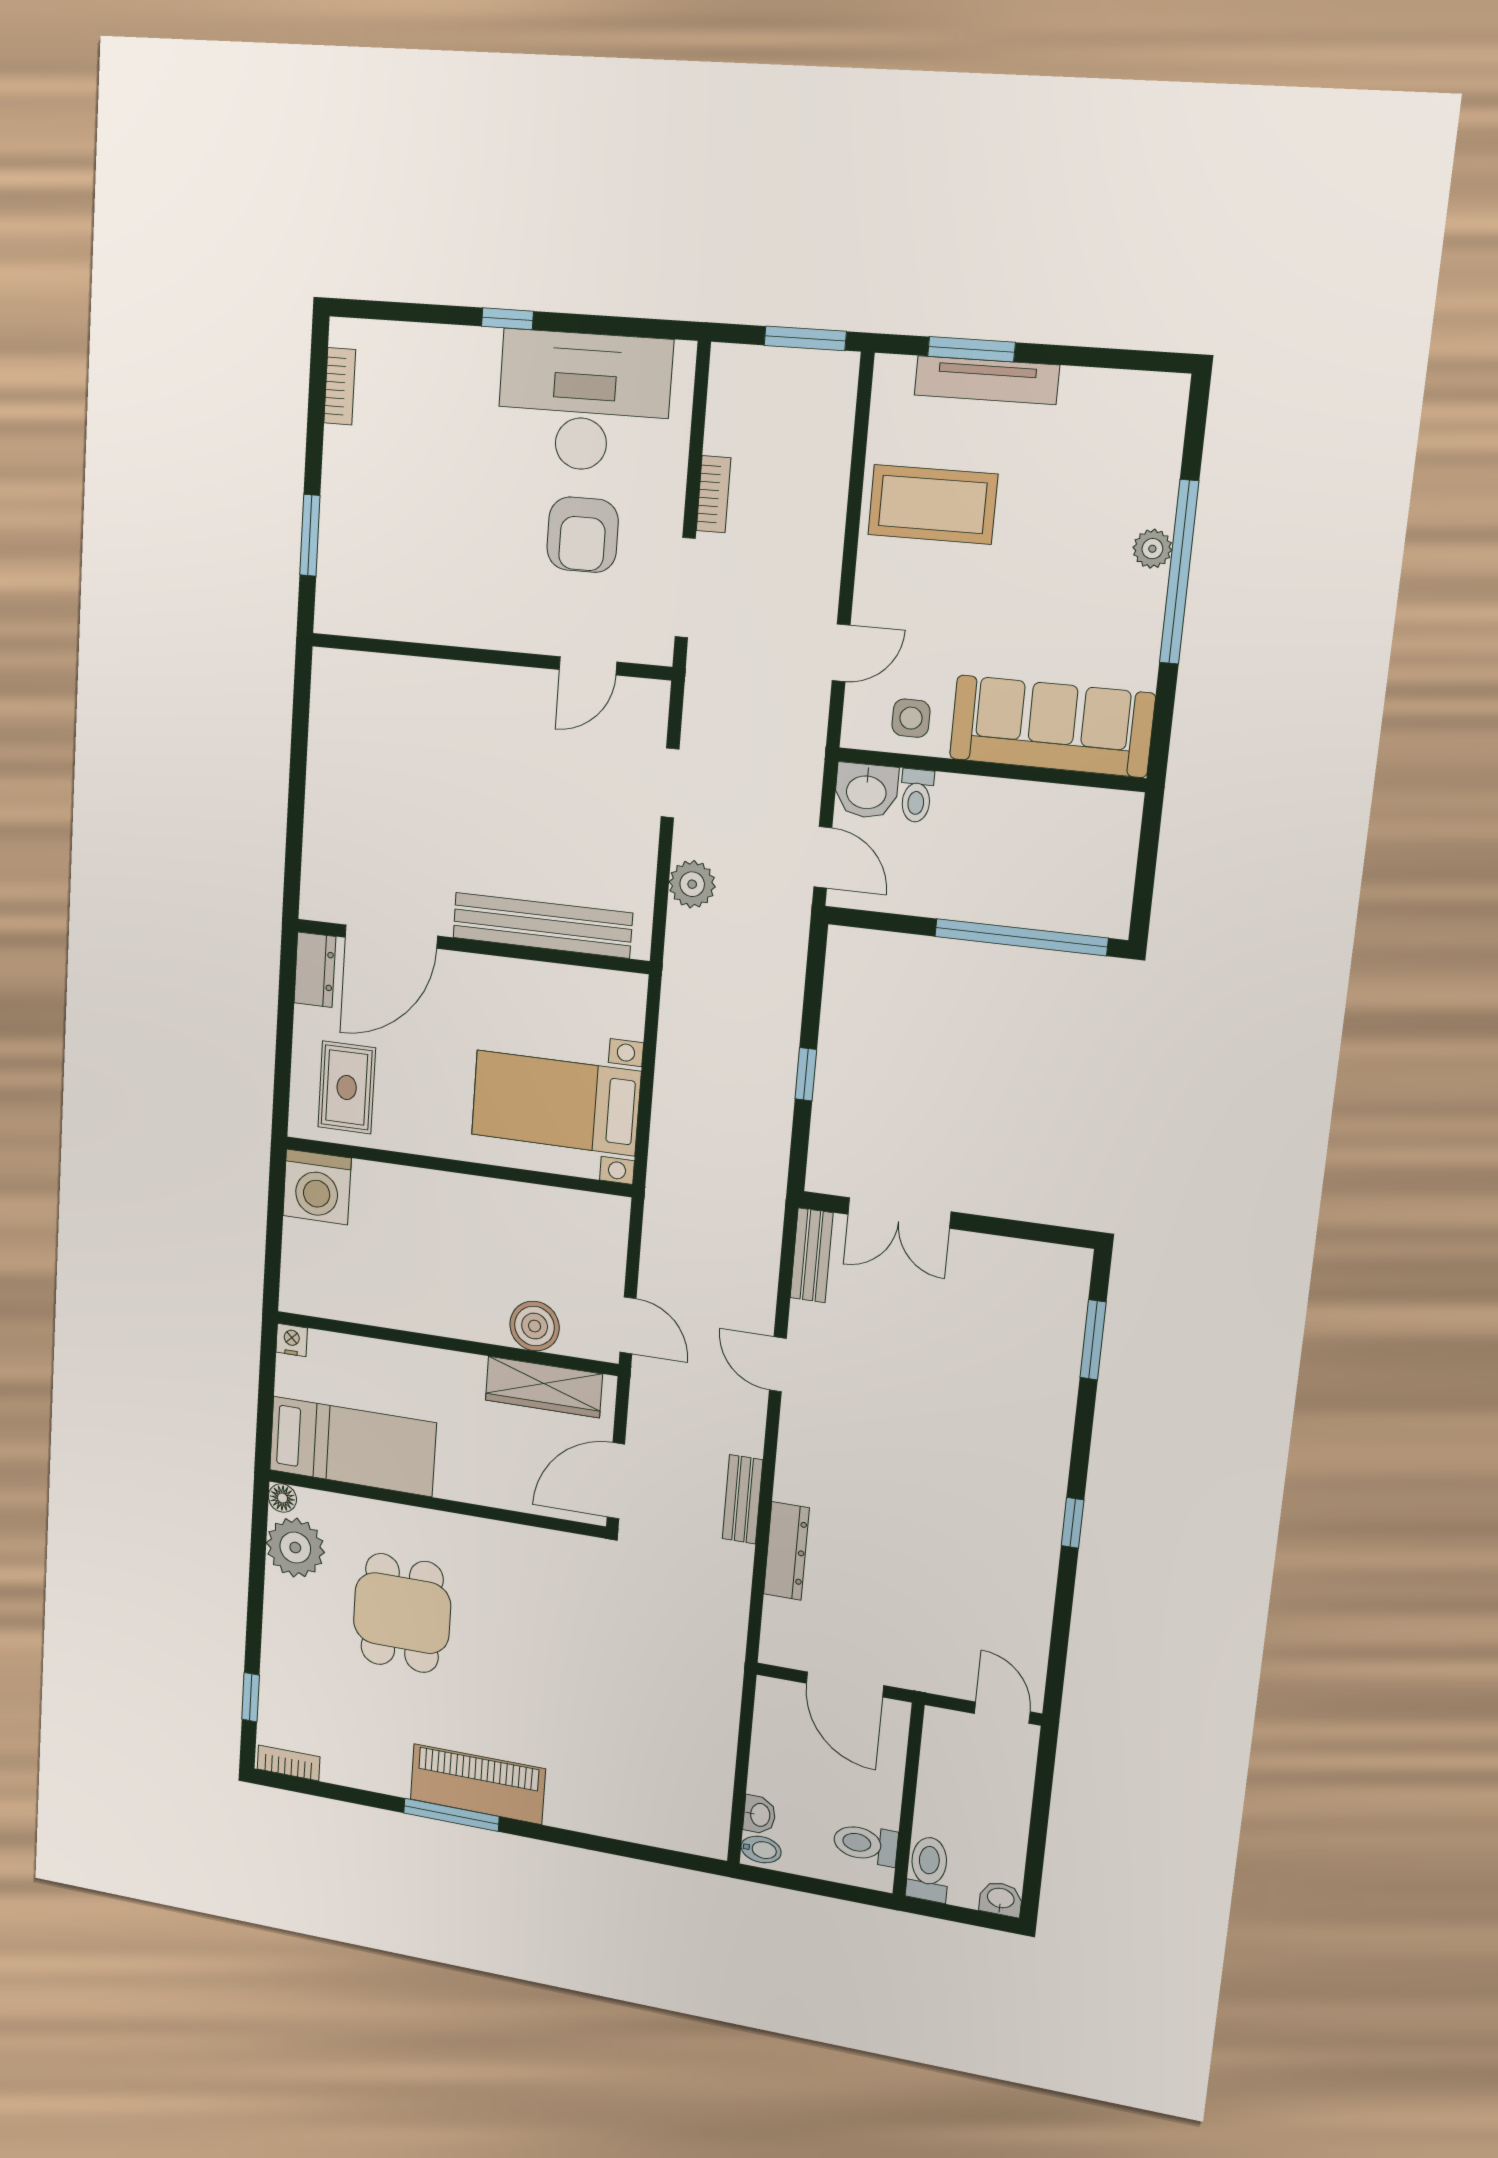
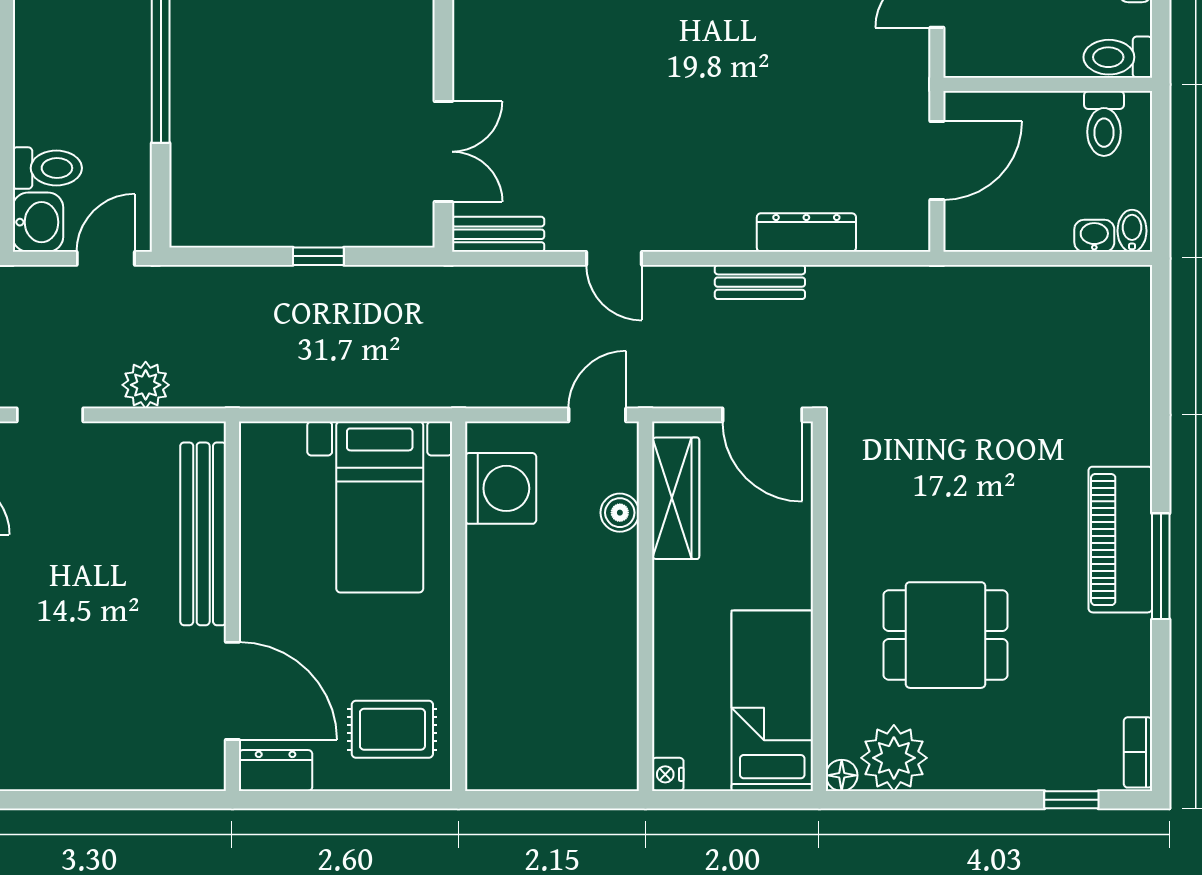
toilet: (916, 796) -> (47, 168), width x1.37, depth x1.39
washing machine: (317, 1187) -> (501, 488), moved
boiler: (535, 1326) -> (620, 513), width x0.73, depth x0.73
door: (778, 1364) -> (614, 258), hinge flipped

